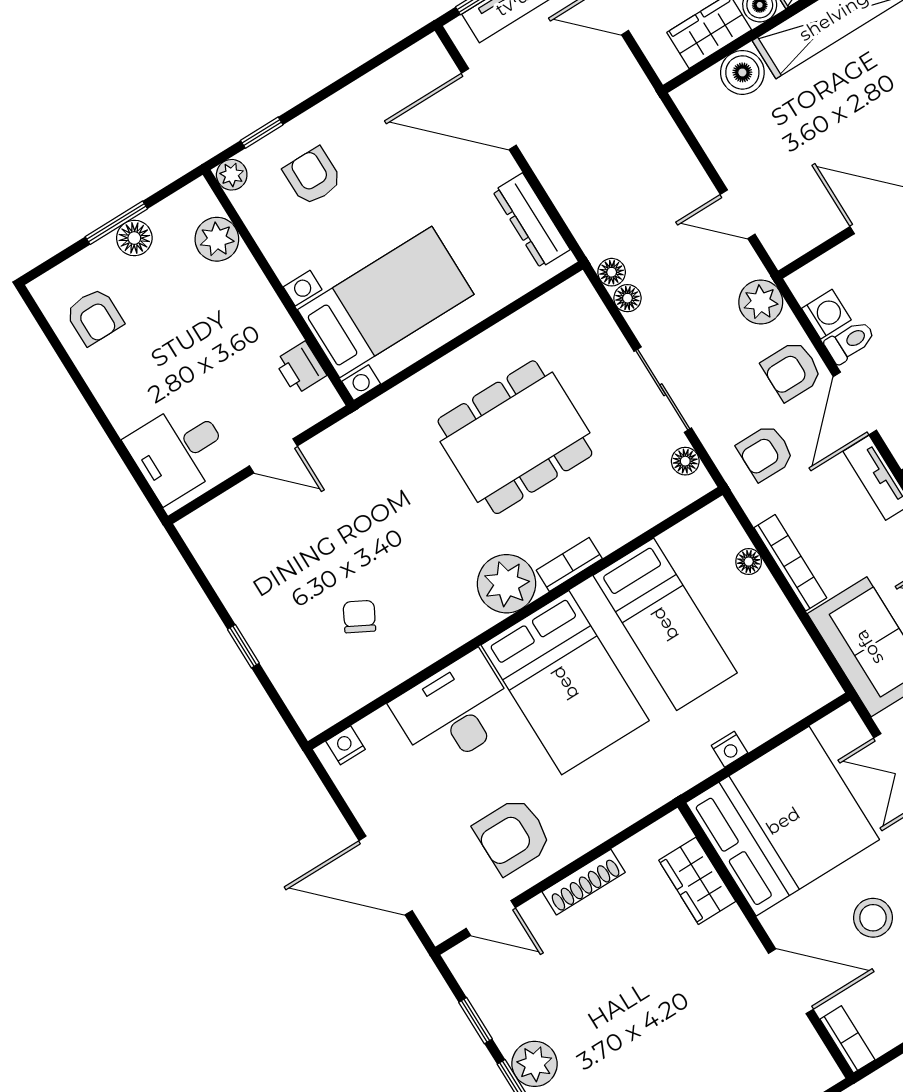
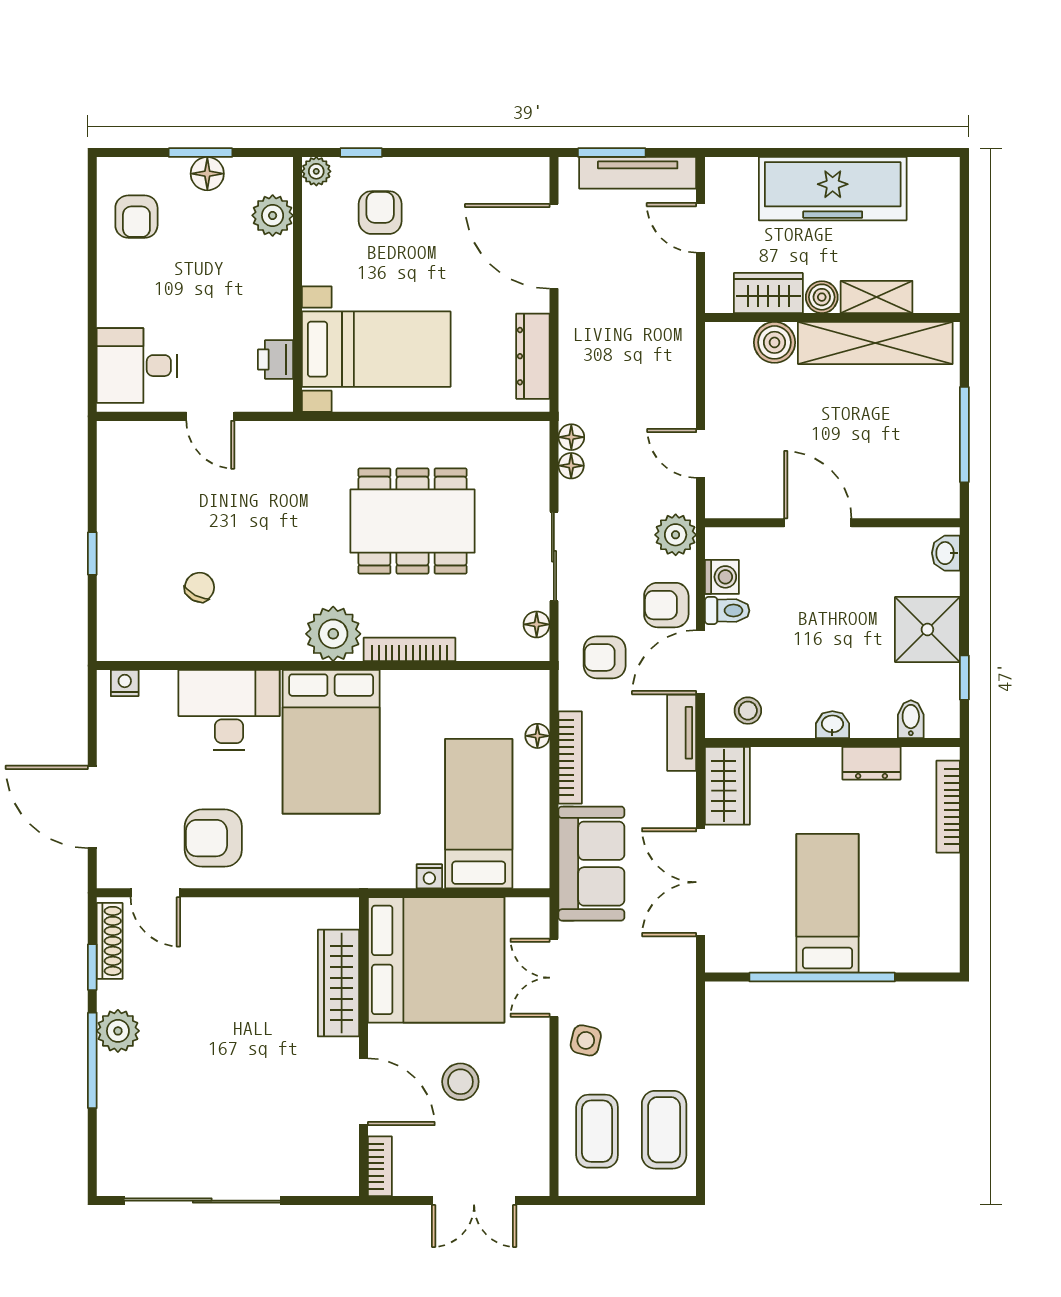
bookcase: (569, 564) -> (409, 649), width x1.56
bed: (665, 624) -> (479, 814), moved, turned 180
wardrobe: (697, 881) -> (338, 983), width x1.50
shoe rack: (584, 882) -> (110, 941), moved, turned -90

